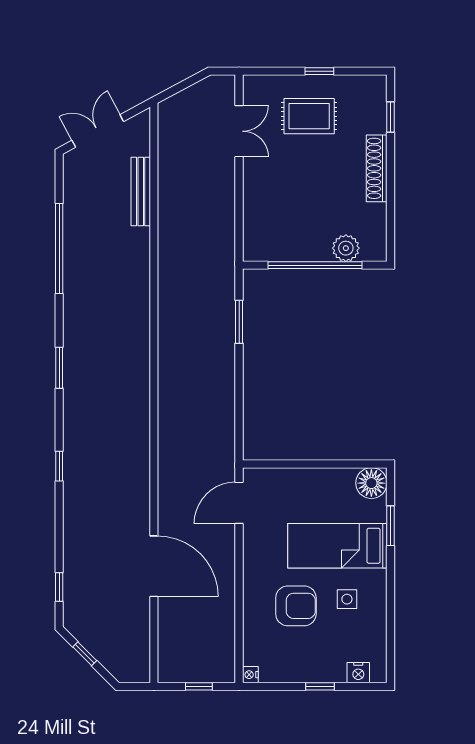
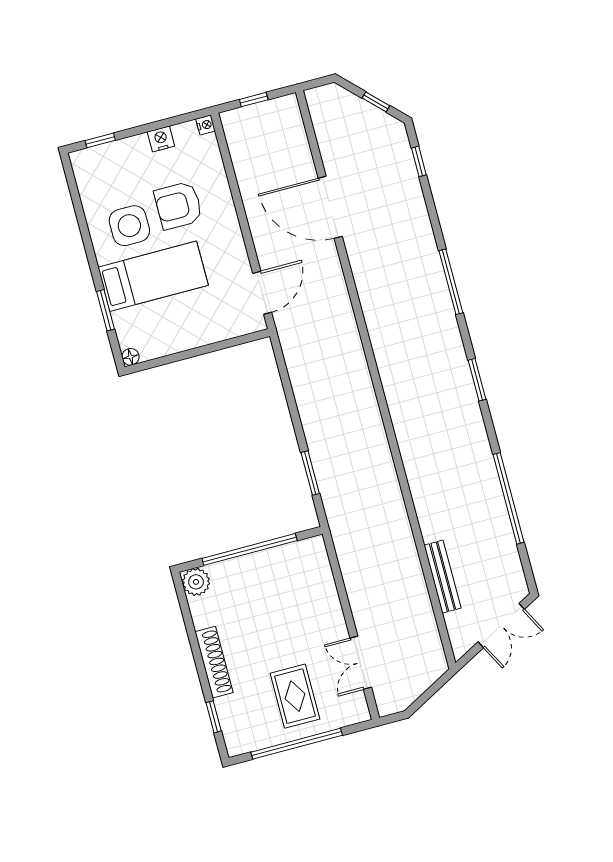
window: (319, 71) -> (297, 744), width x3.17
rug: (309, 116) -> (295, 696), turned 90
plant: (346, 248) -> (196, 582), moved
window: (59, 466) -> (451, 282), width x2.17
floor lamp: (371, 483) -> (130, 357), width x0.53, depth x0.53
side table: (347, 599) -> (129, 226), width x1.87, depth x1.87
nightstand: (358, 673) -> (161, 139), moved
window: (320, 686) -> (100, 140), moved

